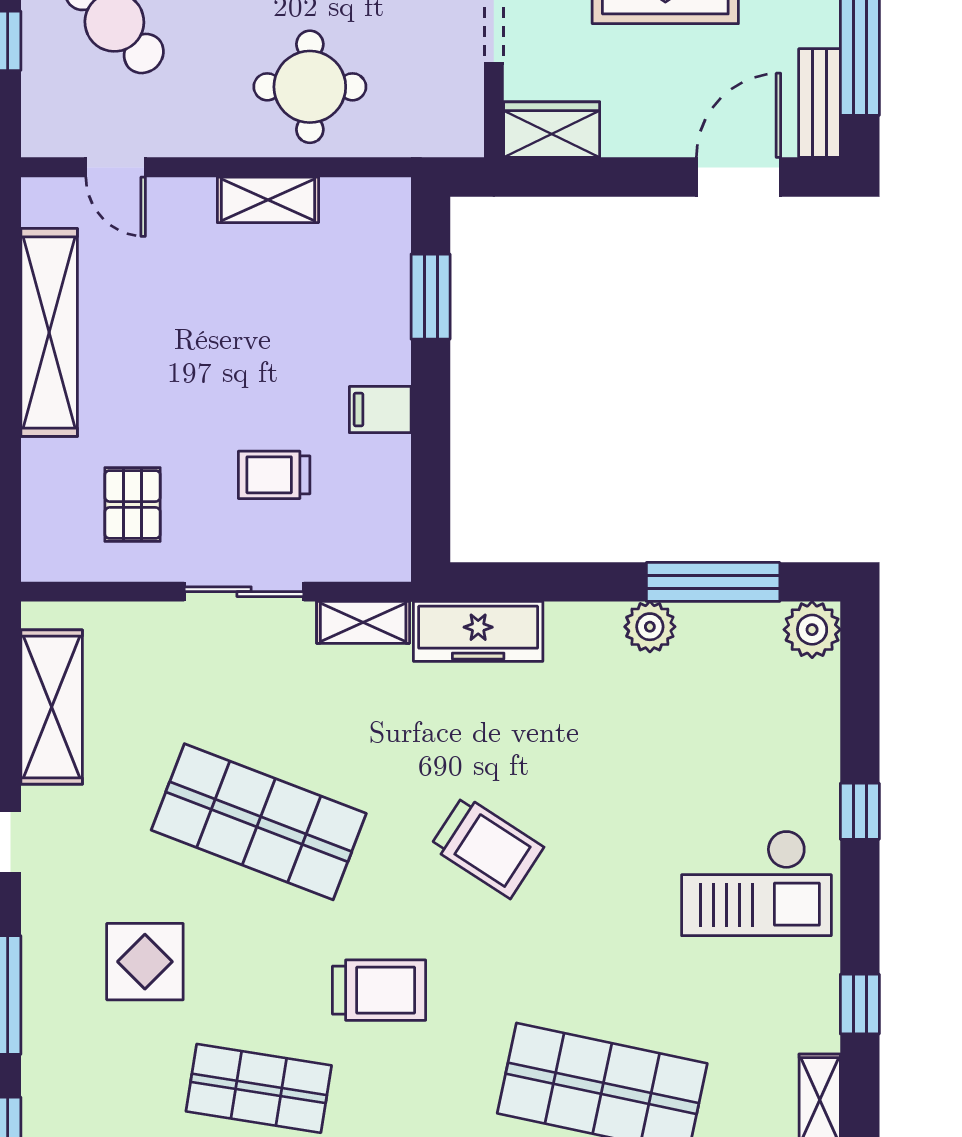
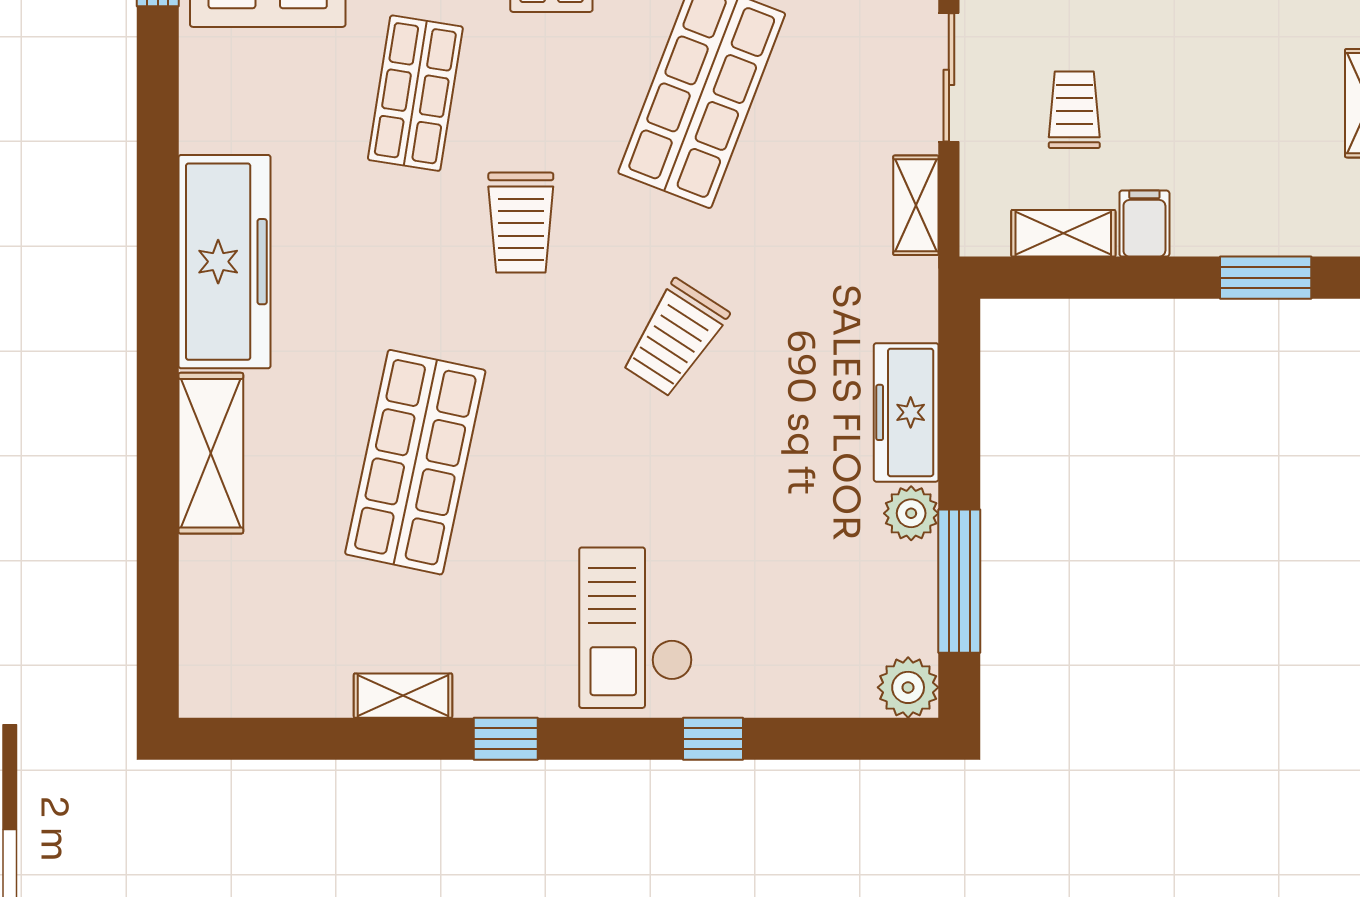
shelving: (389, 485) -> (1063, 233), added
freezer: (478, 631) -> (906, 412), moved

